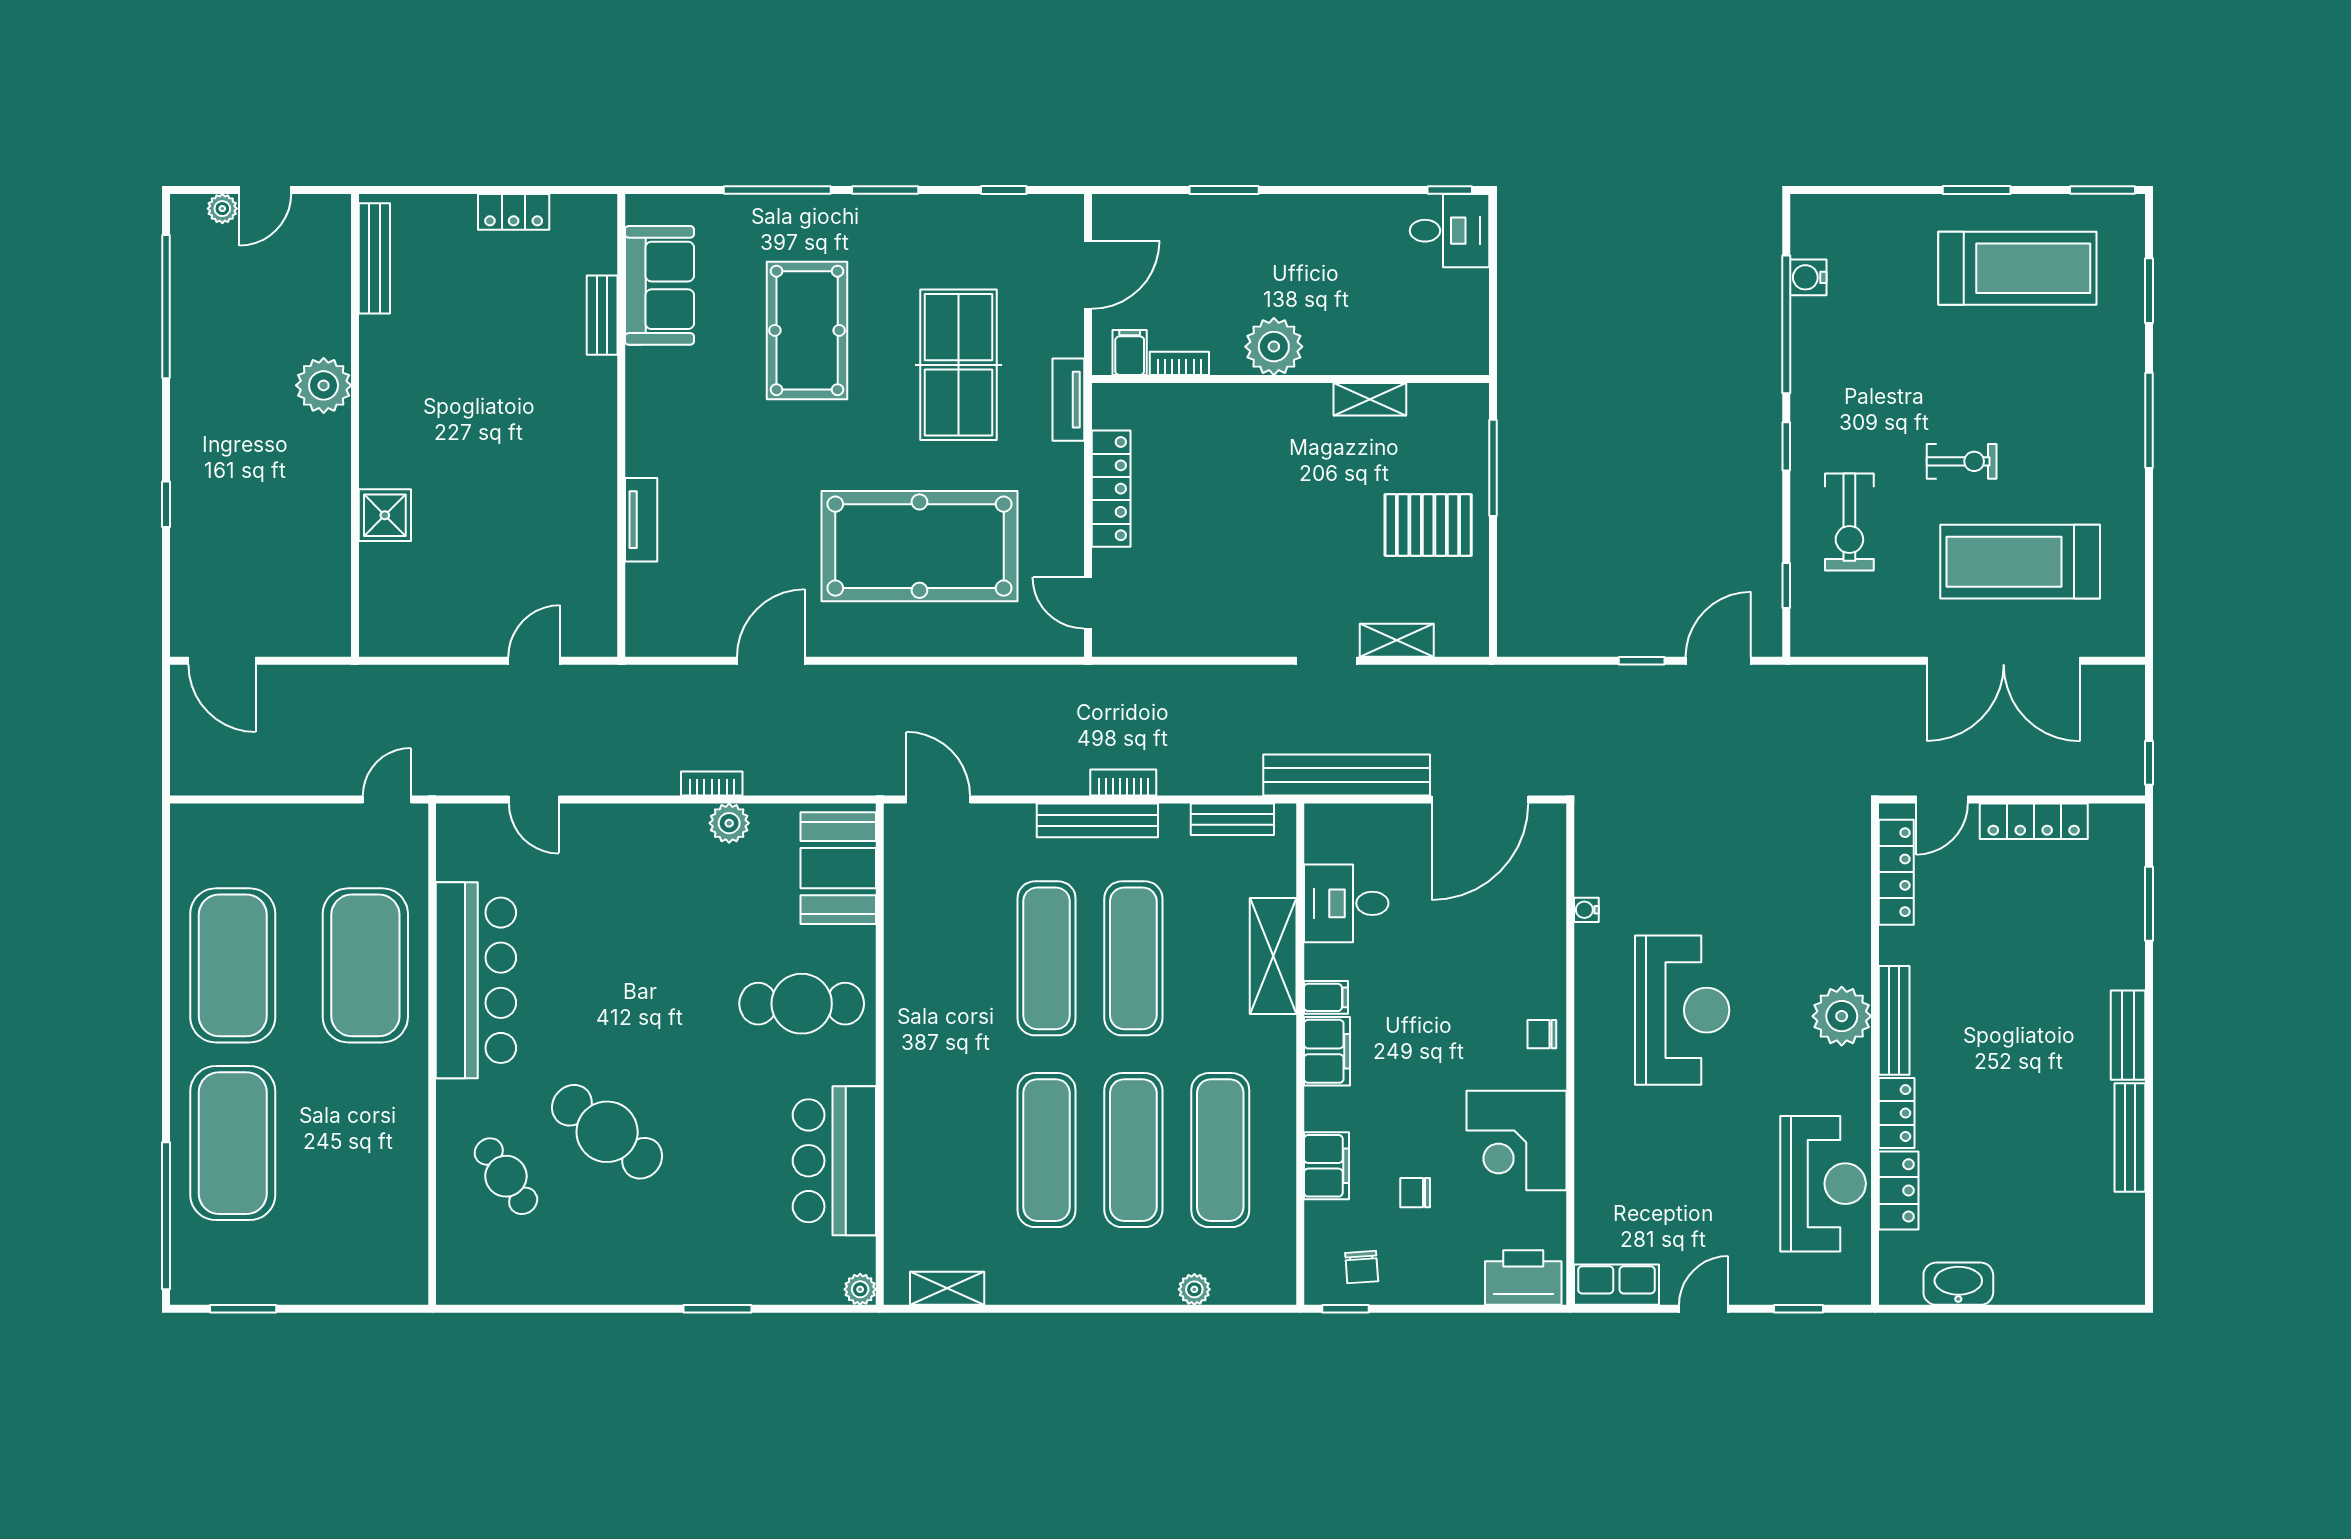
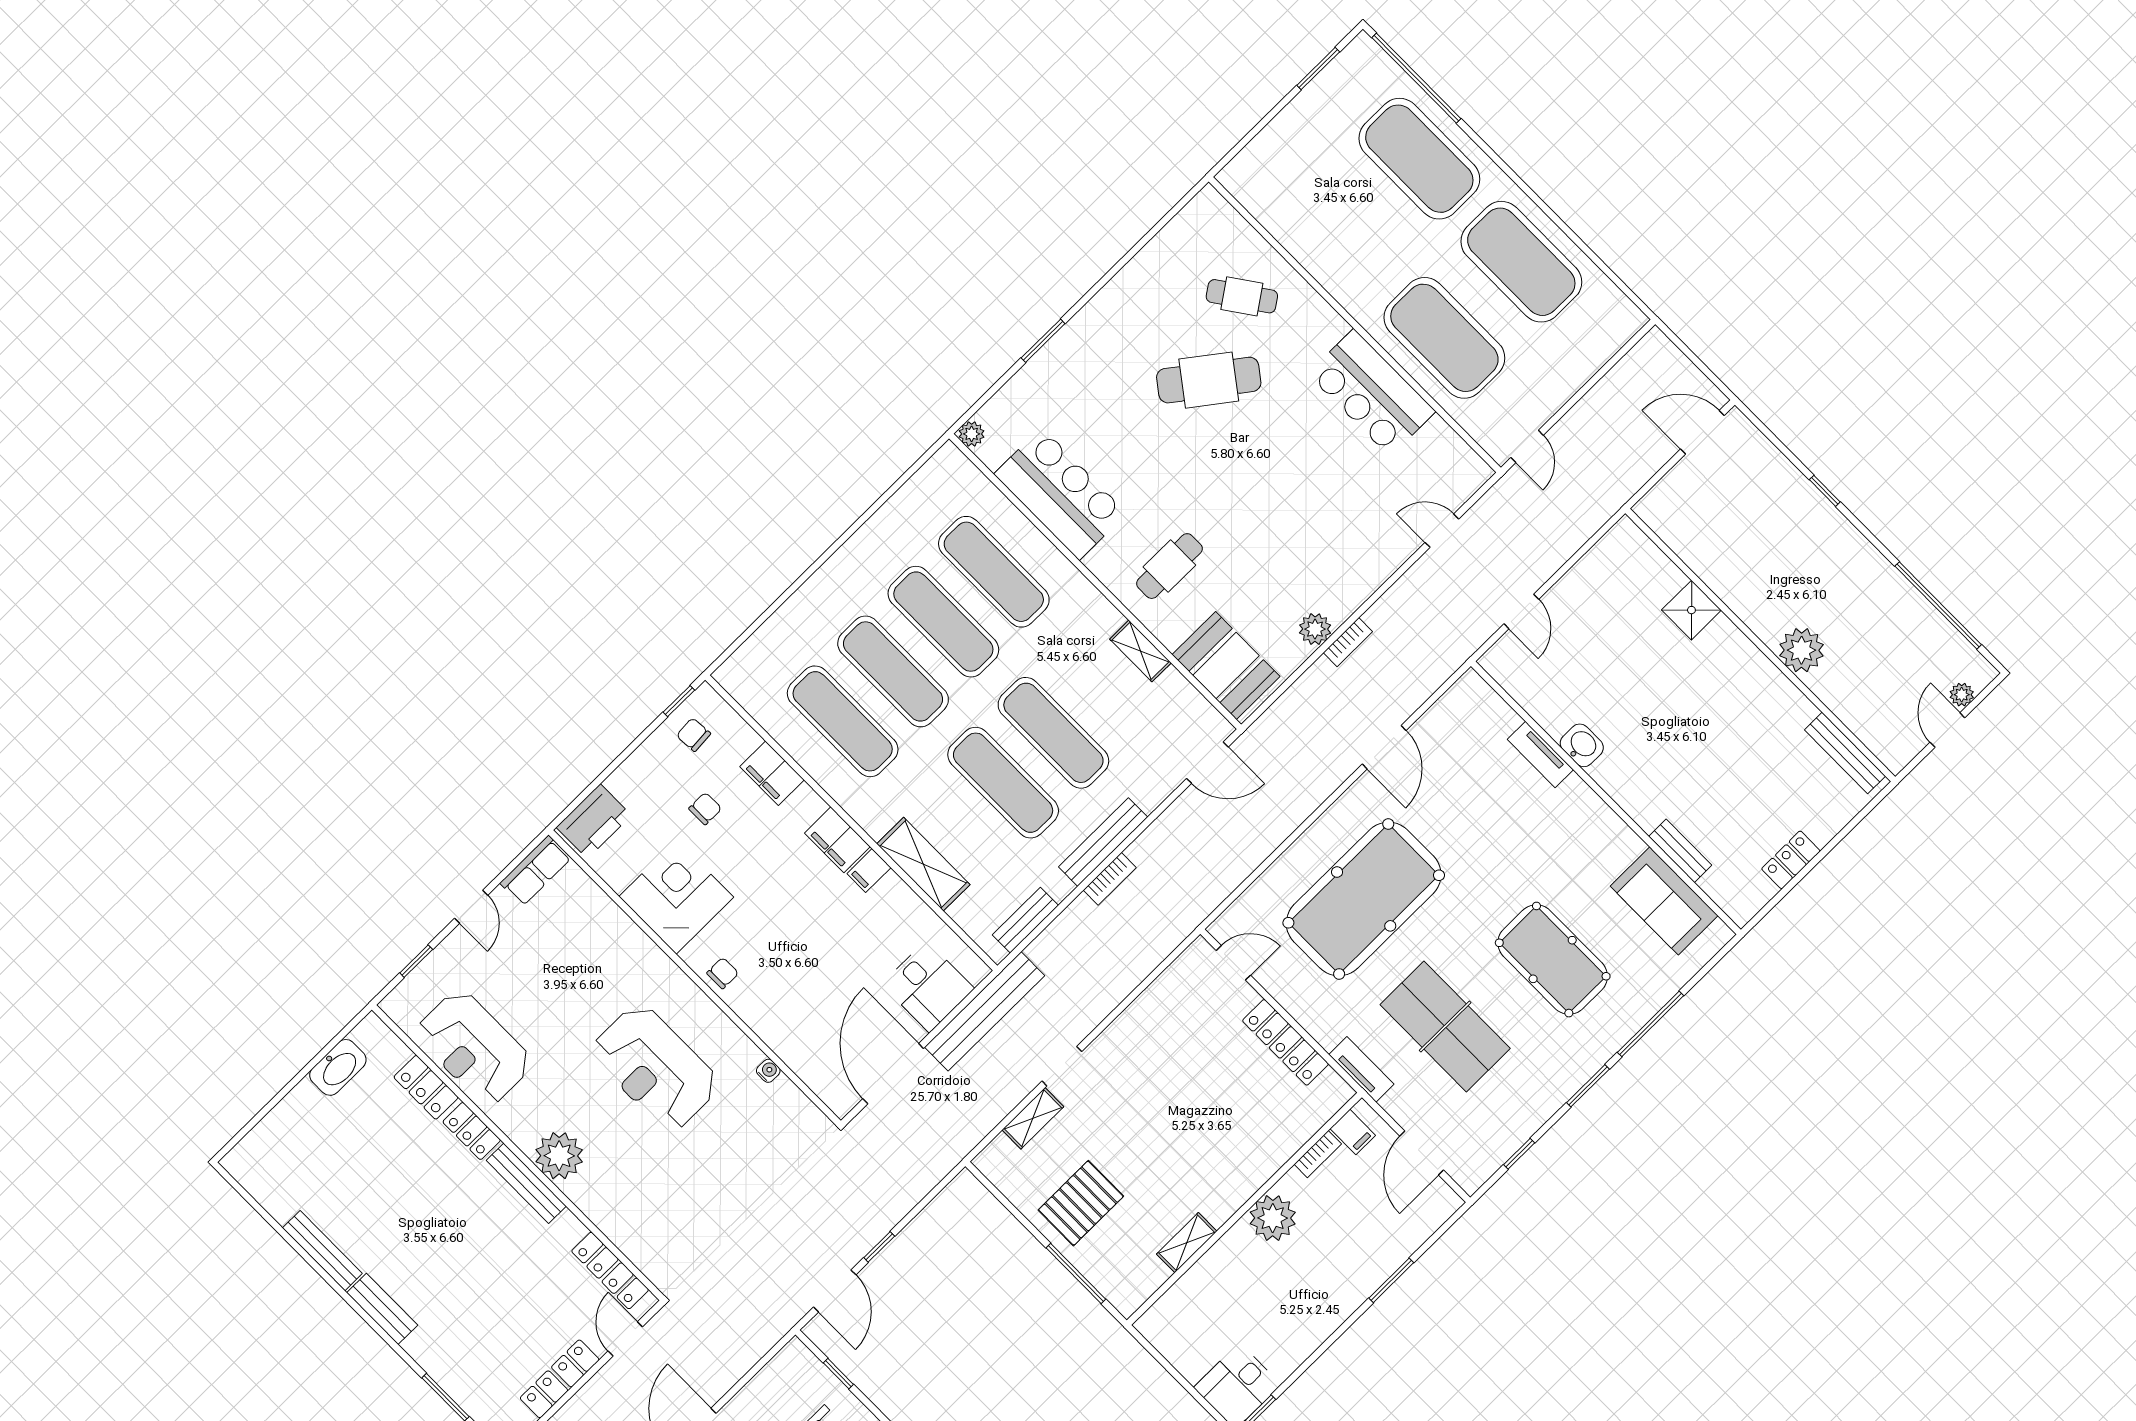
washbasin: (597, 492) -> (1582, 745), added
desk: (1346, 903) -> (928, 986), moved, turned 90
bar counter: (476, 980) -> (1372, 393), width x0.73
cafe table: (802, 1004) -> (1169, 566), width x0.73, depth x0.74
exercise mat: (960, 1150) -> (994, 572), added
shelving: (947, 1288) -> (1140, 651), moved, turned 90
plant: (1194, 1289) -> (778, 626), removed

